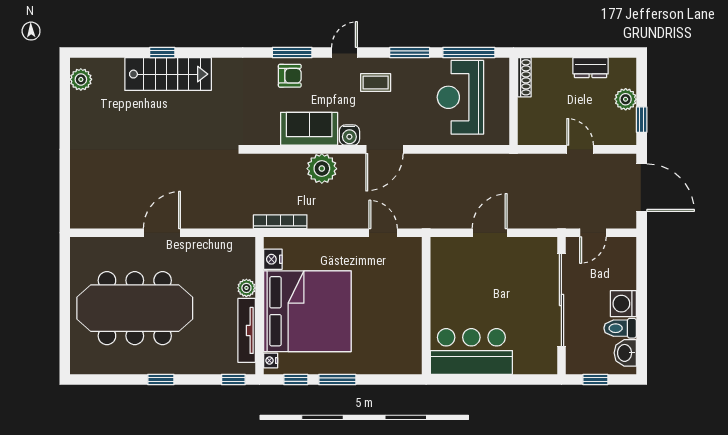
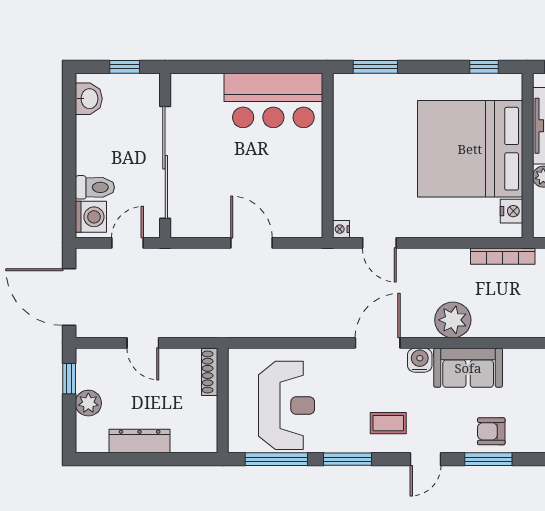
dresser: (591, 68) -> (140, 441), width x1.44
shoe rack: (524, 77) -> (210, 372), moved
door: (490, 233) -> (251, 243), swing flipped
washing machine: (623, 304) -> (91, 217), moved
toilet: (620, 328) -> (95, 187), moved
nightstand: (271, 361) -> (341, 229), moved, turned 180
window: (337, 380) -> (375, 67), moved

